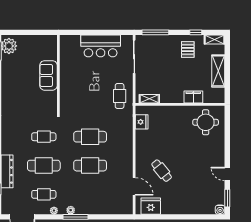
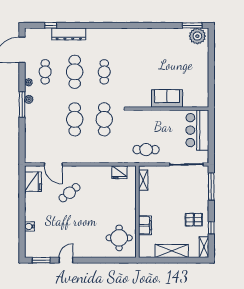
sofa: (48, 75) -> (167, 98), moved
wall: (58, 75) -> (168, 109), moved
door: (134, 186) -> (53, 164), hinge flipped
water cooler: (220, 210) -> (29, 226), moved

